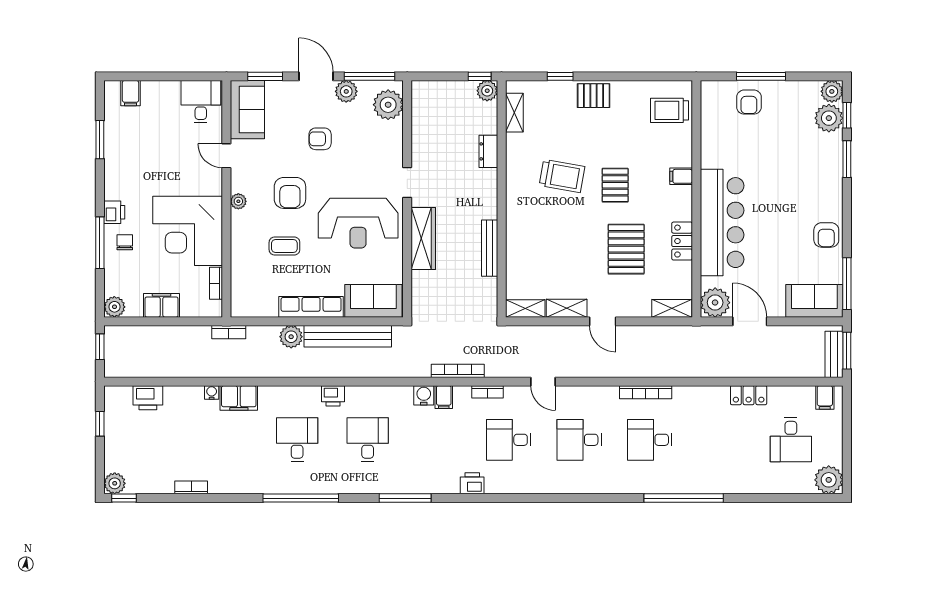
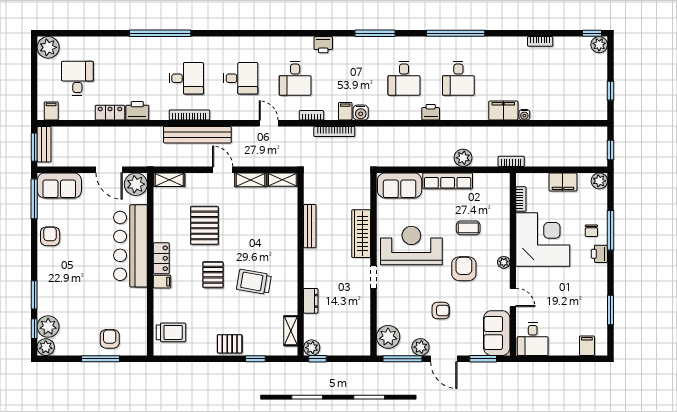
locker: (682, 241) -> (161, 258), moved
bench: (348, 336) -> (197, 135), moved
printer: (148, 398) -> (137, 111), moved
desk: (509, 440) -> (295, 78), turned 90

